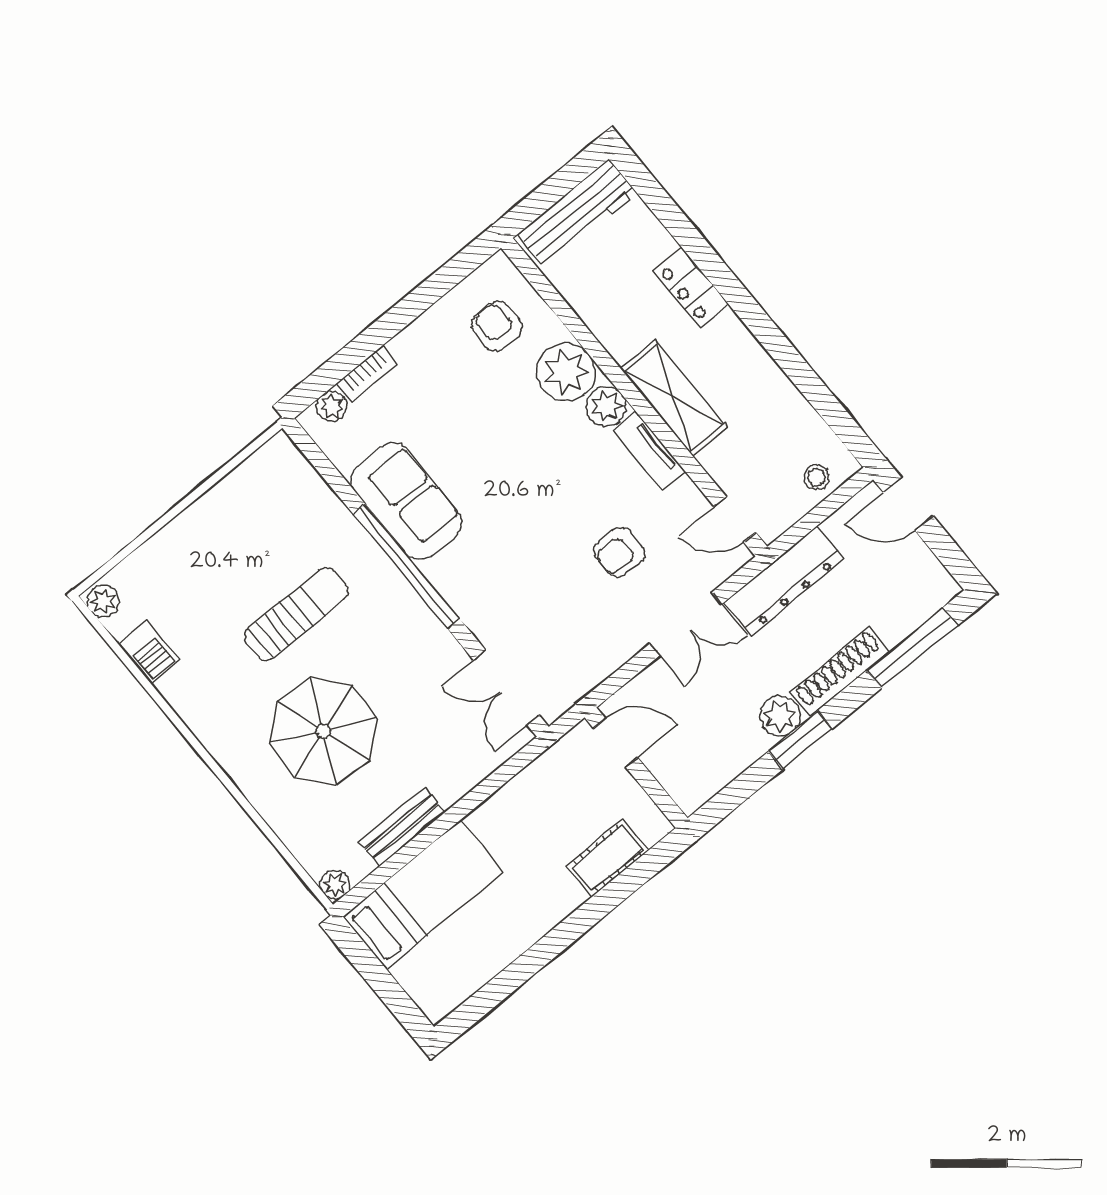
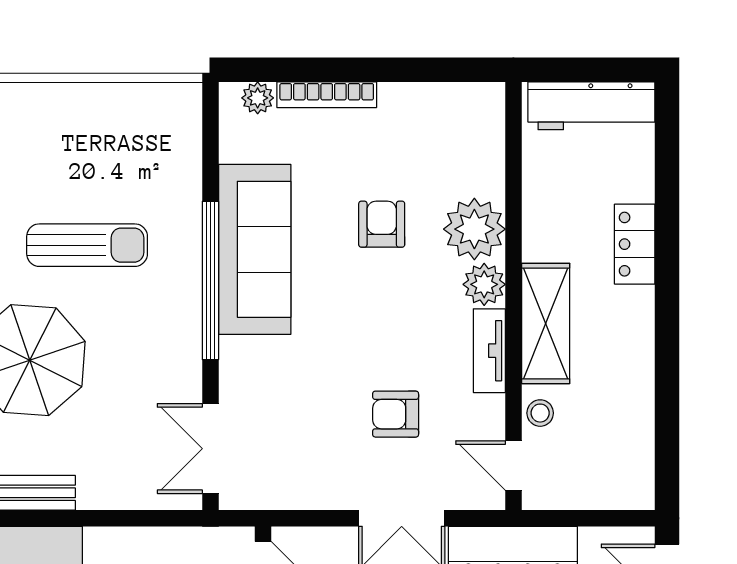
armchair: (497, 326) -> (382, 224), moved
bookcase: (367, 374) -> (327, 95), width x1.56
stool: (816, 477) -> (540, 413), moved
sofa: (406, 501) -> (255, 249), width x1.36

